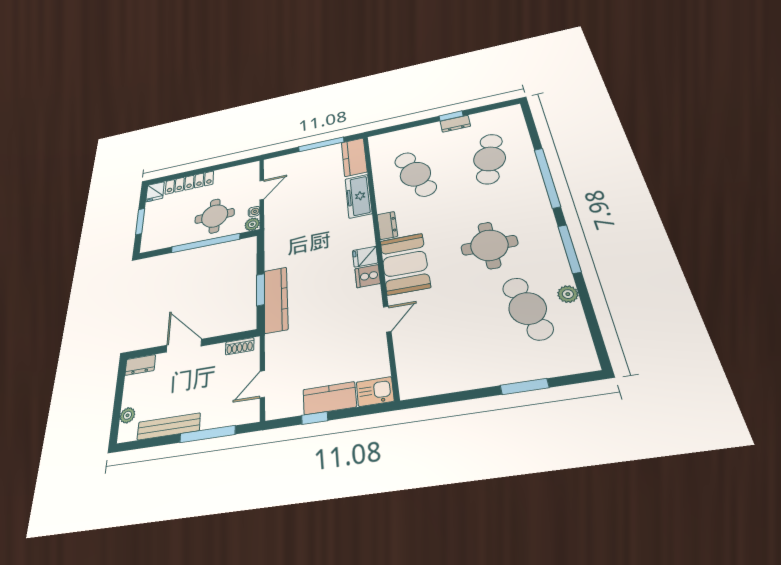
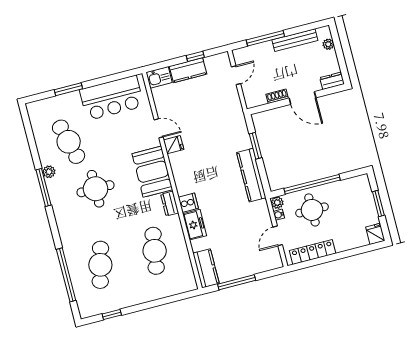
window: (451, 116) -> (112, 314), moved
dresser: (455, 124) -> (129, 301), removed
cafe table: (415, 174) -> (155, 251), turned 30
window: (547, 178) -> (66, 275), moved
locker: (189, 183) -> (313, 252), moved
freezer: (358, 196) -> (195, 225), width x0.71
fridge: (365, 257) -> (174, 145), moved
cooker: (368, 276) -> (188, 203), moved
plant: (568, 294) -> (49, 172), moved
kitchen counter: (276, 300) -> (251, 175), moved
door: (387, 319) -> (159, 128), swing flipped
shoe rack: (240, 346) -> (277, 96), moved
bar counter: (453, 367) -> (112, 98), added

